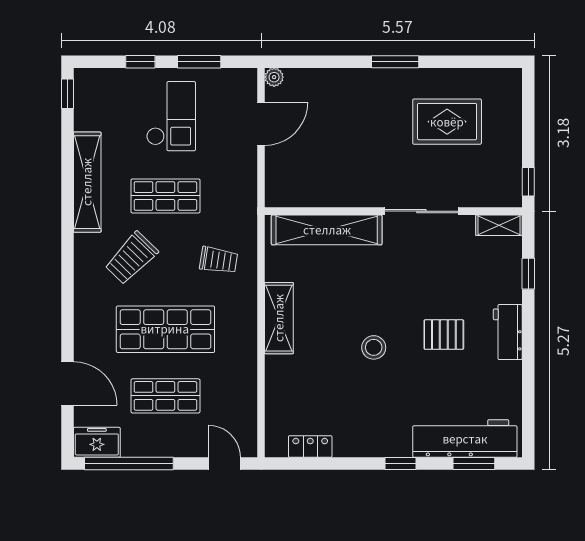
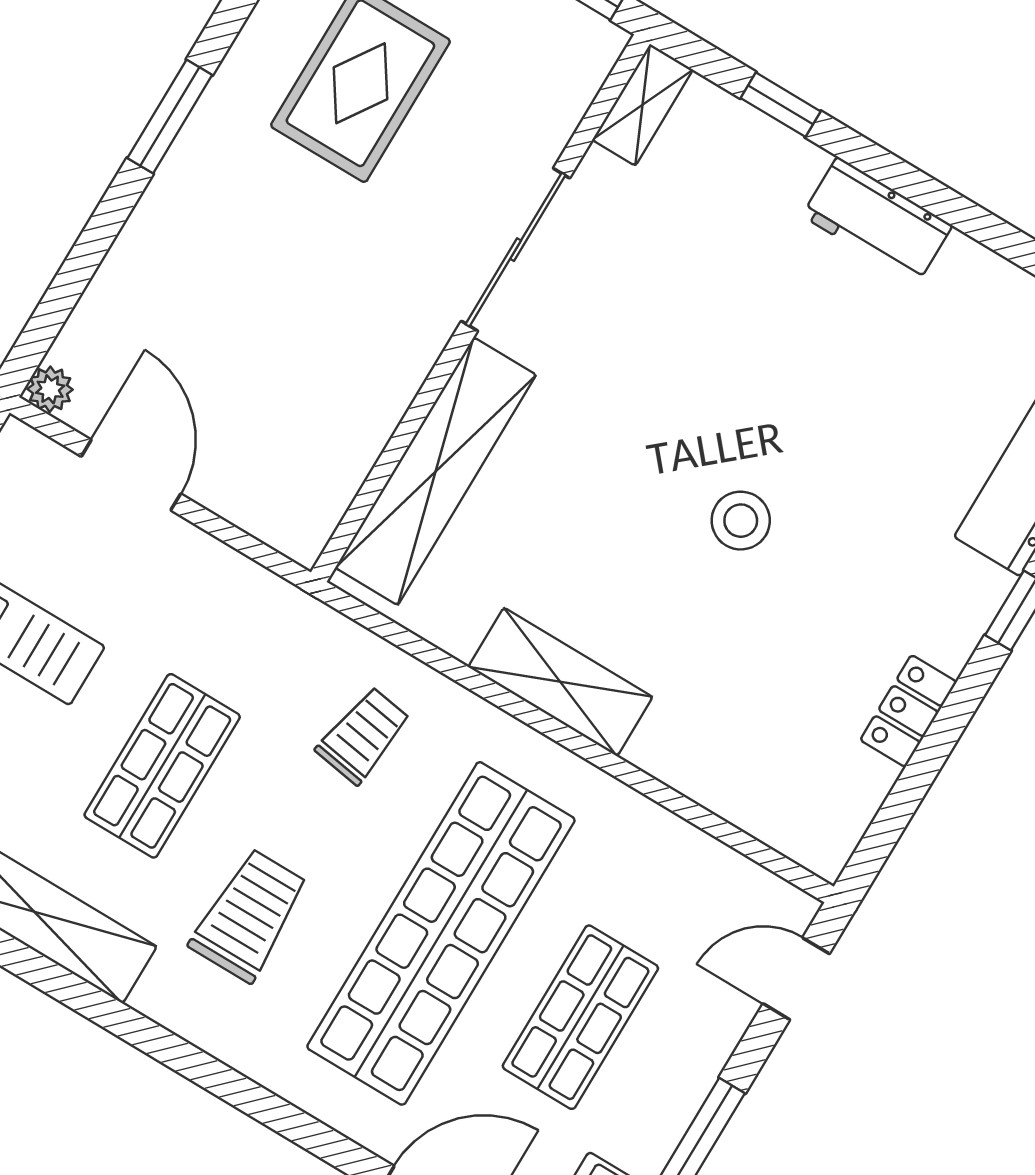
trolley: (131, 258) -> (249, 915), turned -134
shop shelf: (165, 329) -> (441, 933), width x1.40
pallet: (444, 335) -> (802, 358), removed
locker: (310, 447) -> (908, 711), moved

